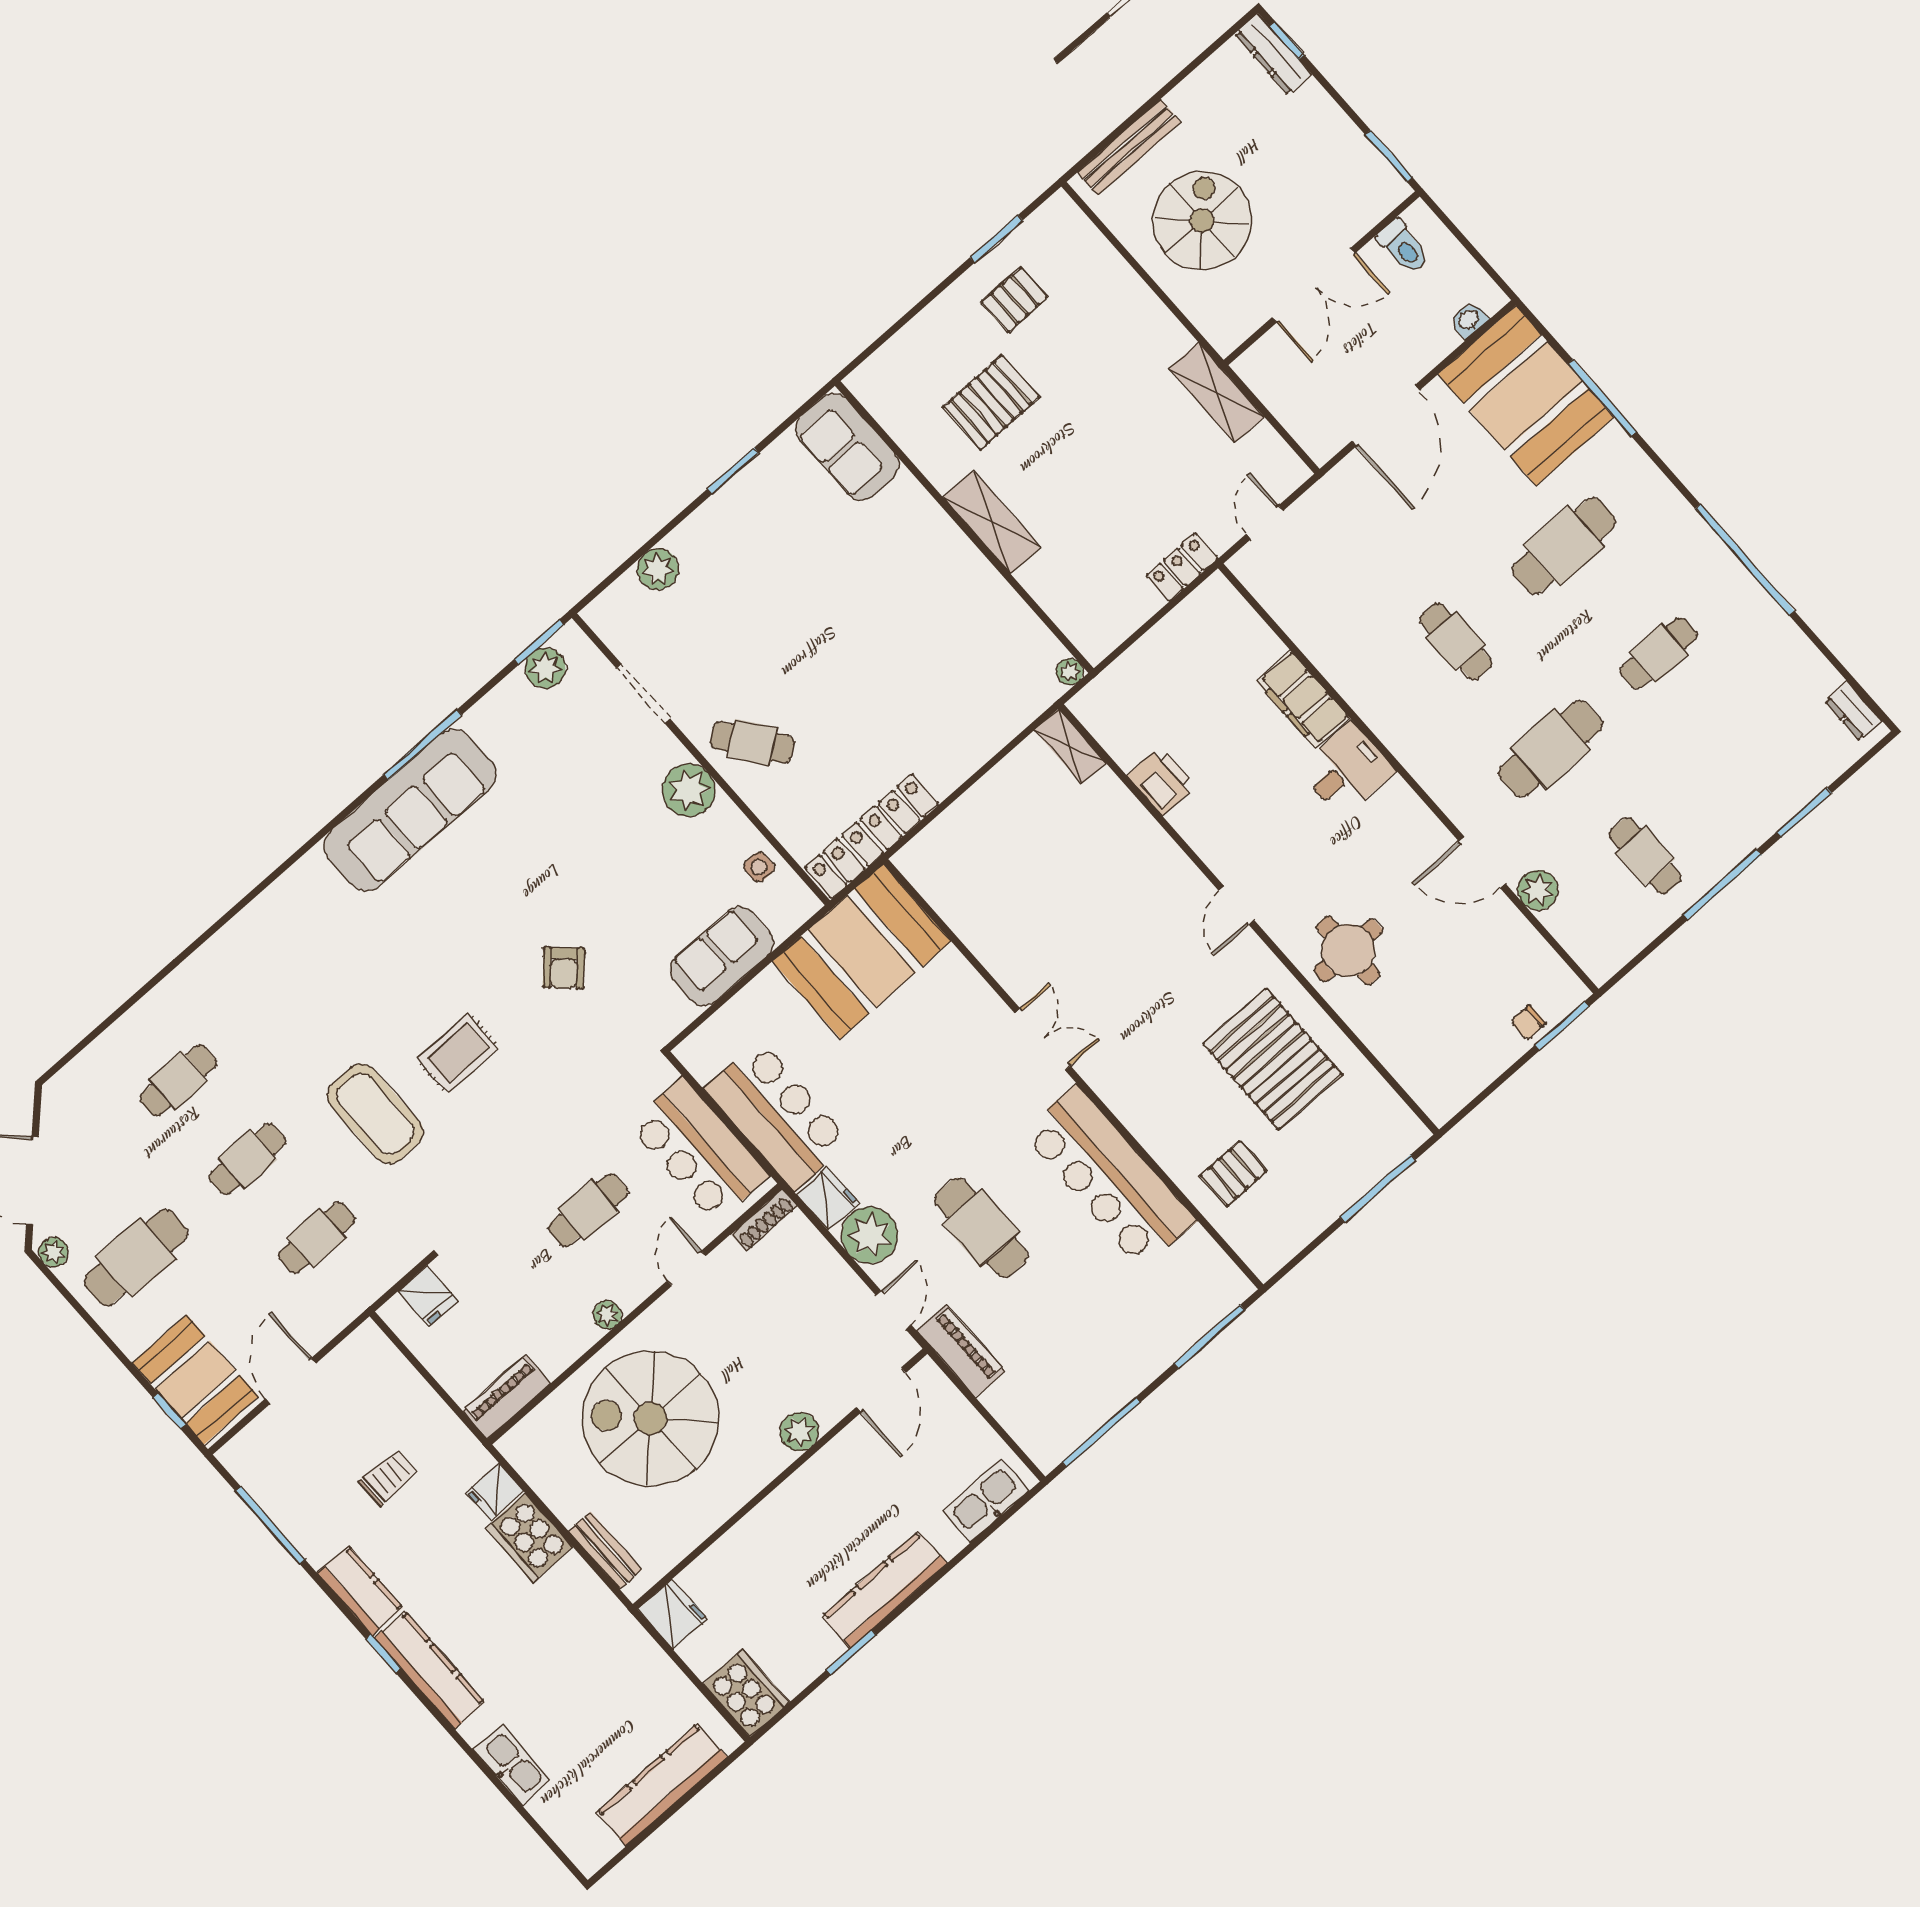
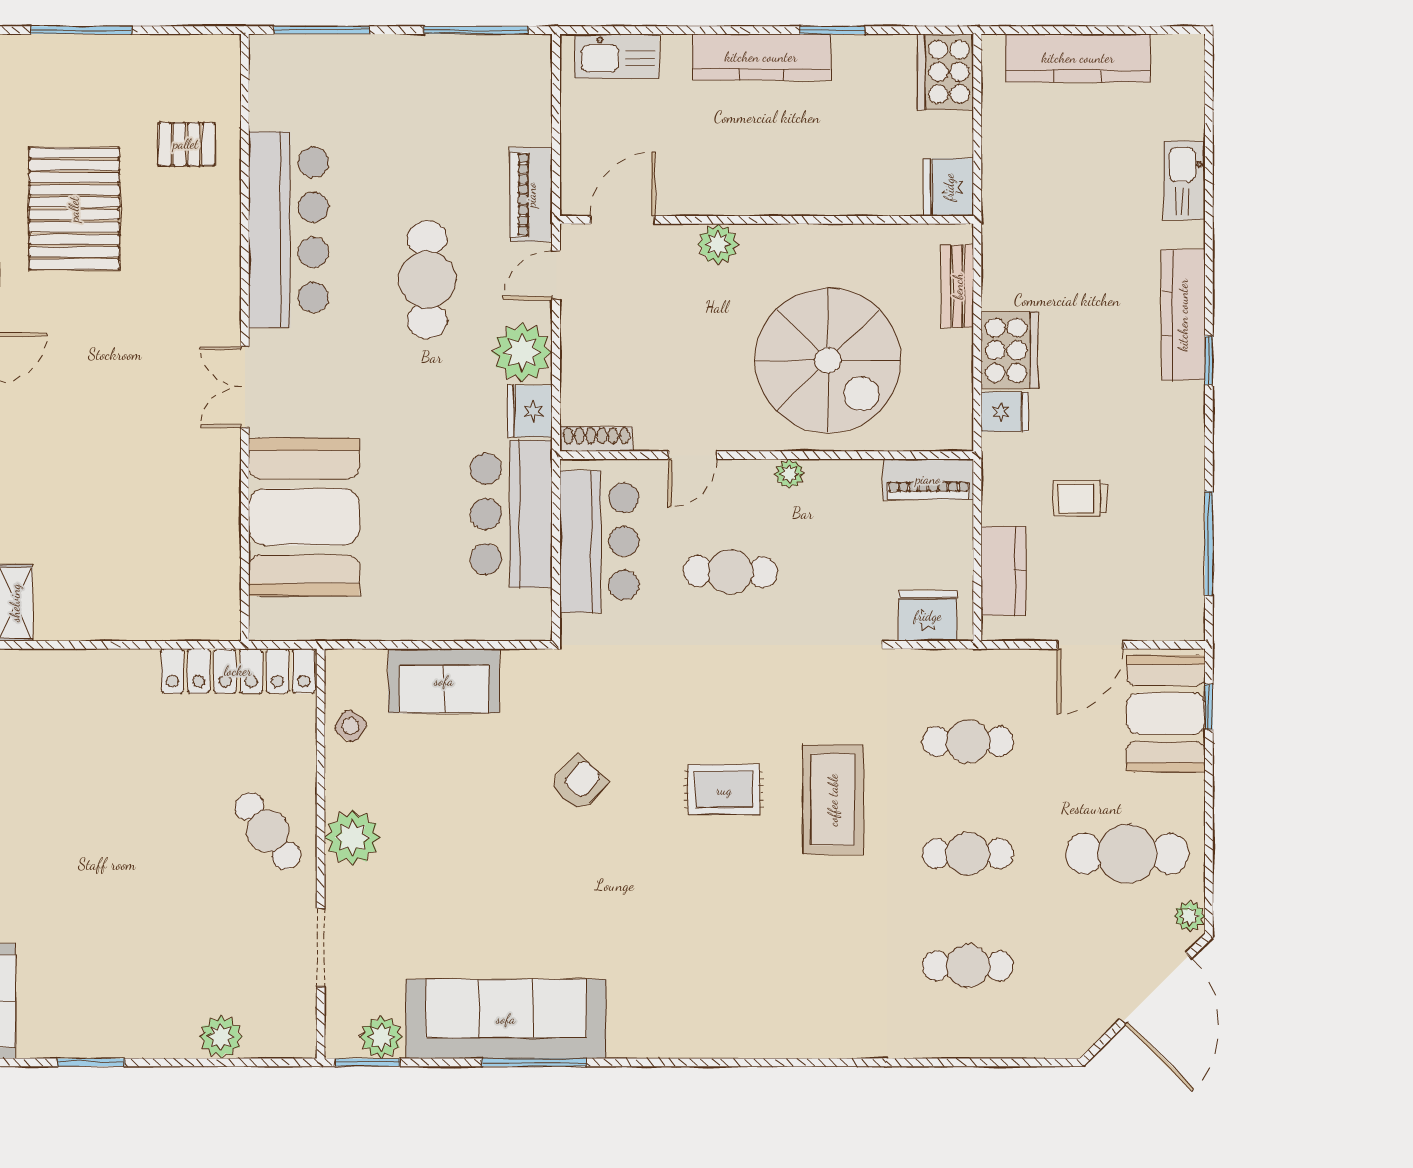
sofa: (410, 810) -> (506, 1019), moved
side table: (759, 867) -> (351, 726), turned 33
booth: (862, 951) -> (304, 517), moved, turned 90
fridge: (428, 1296) -> (928, 616), width x1.38
kitchen counter: (360, 1591) -> (1003, 571), moved, turned 180

